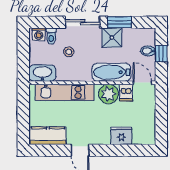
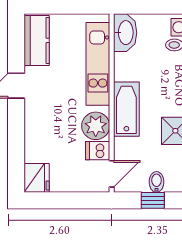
stool: (69, 52) -> (155, 70), removed
bathtub: (111, 72) -> (126, 109), moved
fridge: (121, 136) -> (37, 178), moved

